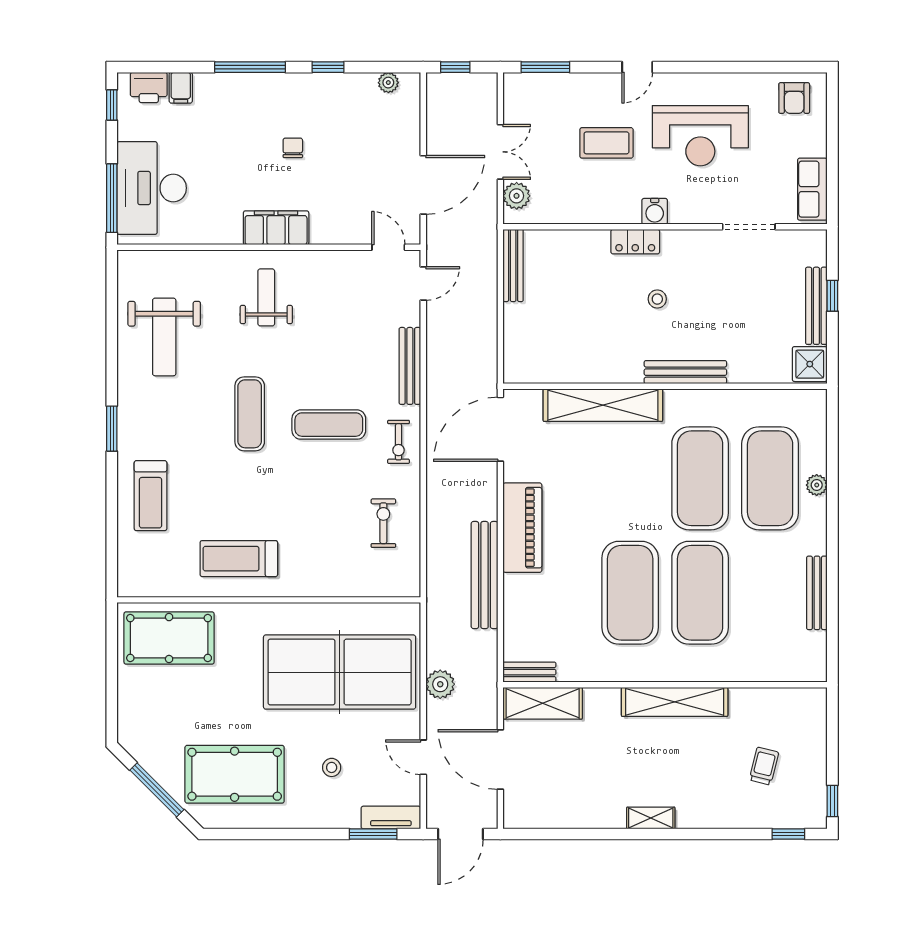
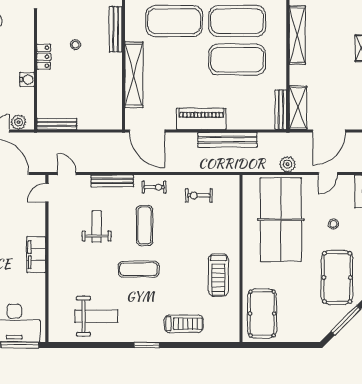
water cooler: (655, 211) -> (27, 80), moved
weight bench: (266, 297) -> (97, 227), moved, turned 90
bench: (529, 672) -> (281, 110), width x1.36

